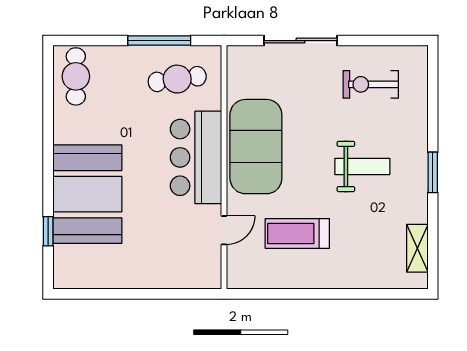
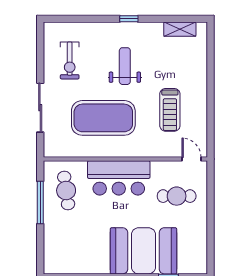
cafe table: (76, 76) -> (177, 196), moved
exercise mat: (256, 147) -> (103, 118), moved
window: (433, 172) -> (129, 19), width x0.67
door: (224, 230) -> (192, 159), moved

